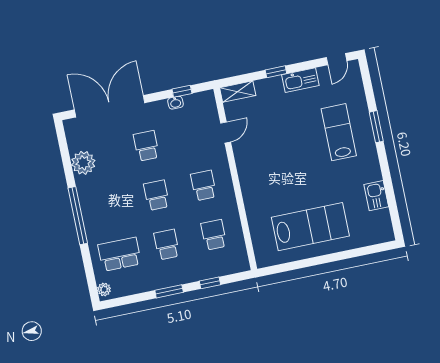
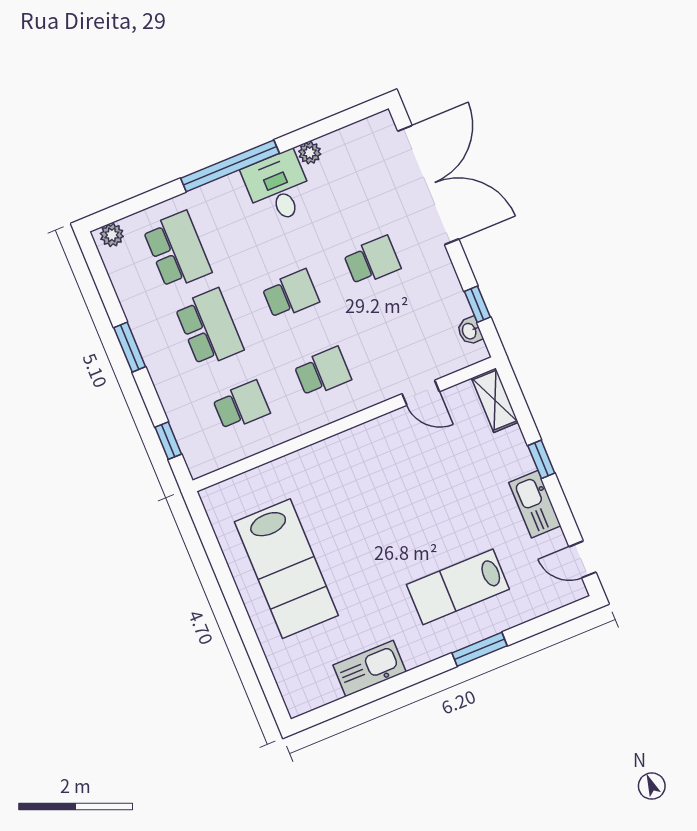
washbasin: (175, 103) -> (470, 331), moved
lab bench: (339, 132) -> (458, 587), turned 180
plant: (83, 163) -> (310, 153), width x0.53, depth x0.53
desk: (95, 191) -> (278, 187), added
kitchen sink: (376, 196) -> (370, 668), width x1.38
school desk: (167, 245) -> (209, 328), width x1.85
window: (210, 283) -> (168, 441), moved

